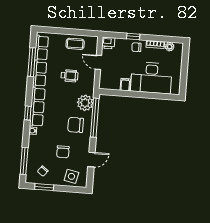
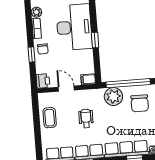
door: (98, 62) -> (66, 89), swing flipped
filing cabinet: (125, 85) -> (88, 79), moved
window: (137, 94) -> (95, 40), added

